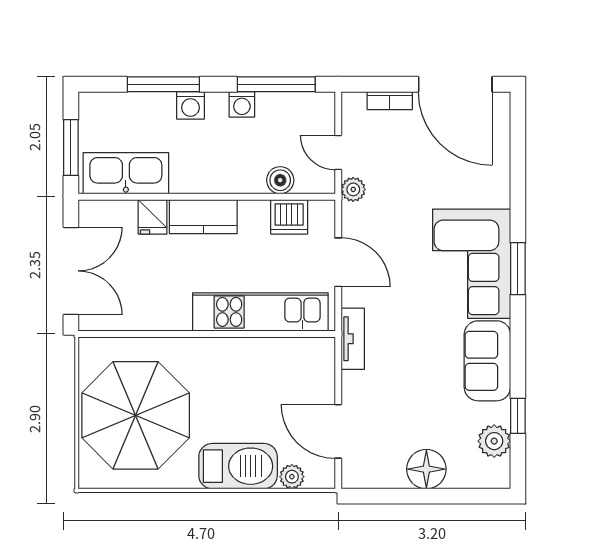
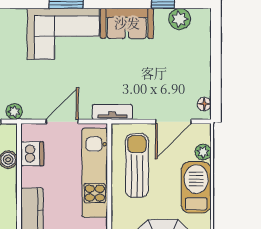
sun lounger: (271, 376) -> (137, 165), added
floor lamp: (426, 469) -> (204, 104), moved, width x0.53, depth x0.53

